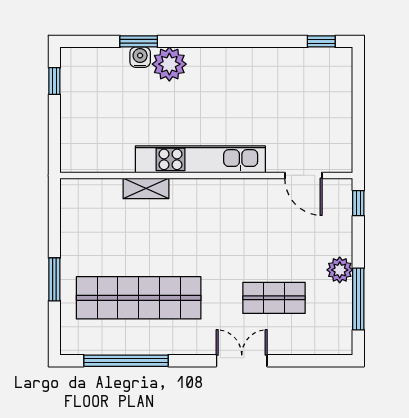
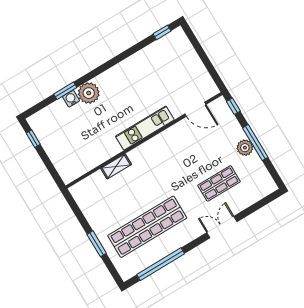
kitchen unit: (200, 159) -> (145, 128), width x0.73
window: (358, 299) -> (255, 143), moved

